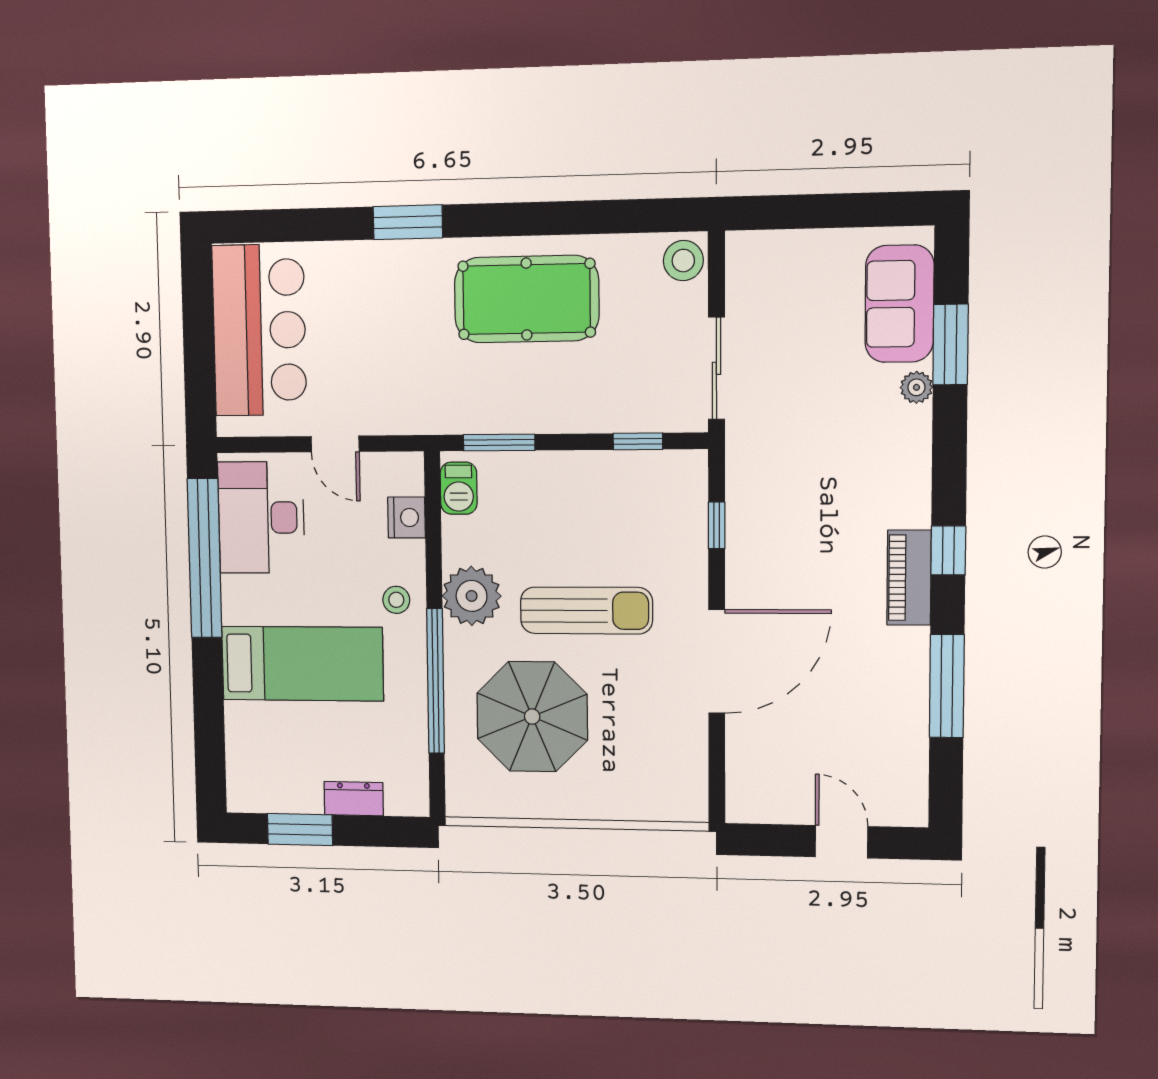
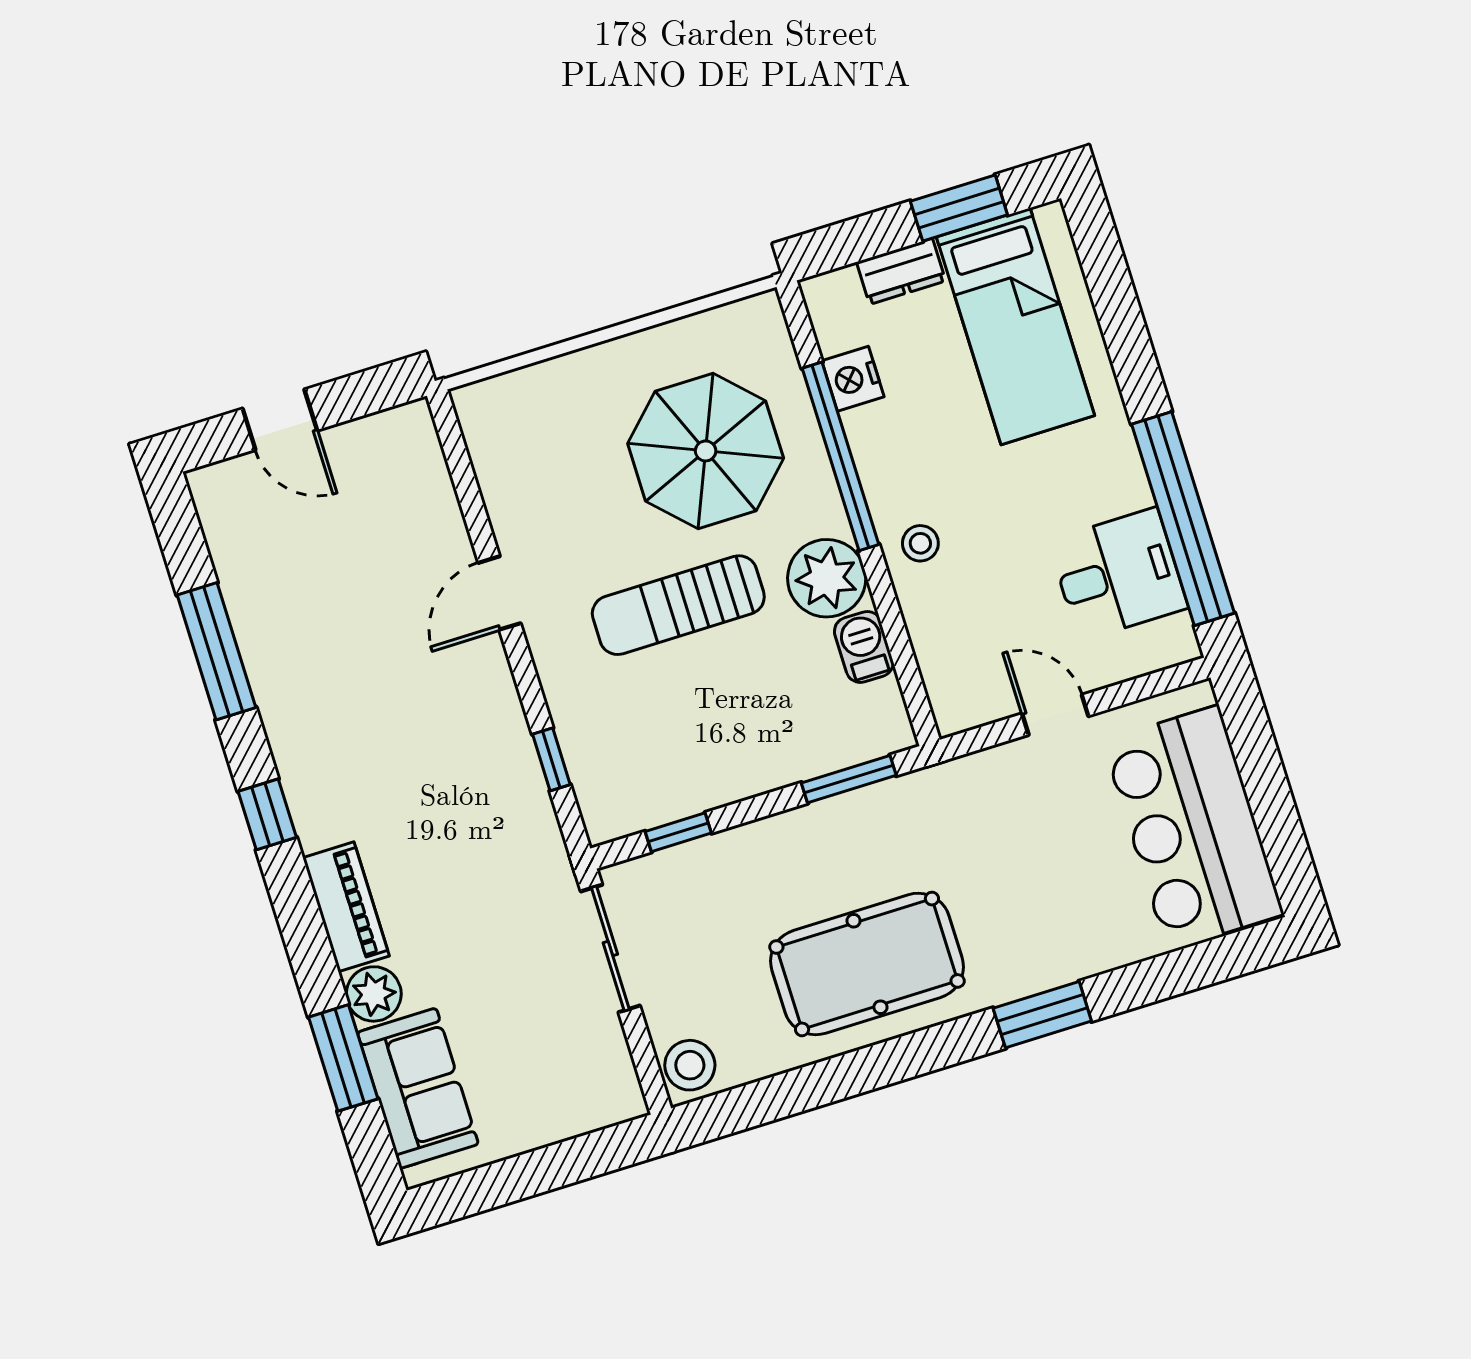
plant: (916, 387) -> (374, 994), width x1.38, depth x1.38
barbecue: (459, 488) -> (864, 647), moved
desk: (261, 517) -> (1118, 574), width x0.73
nightstand: (407, 518) -> (853, 379), moved
piano: (909, 578) -> (346, 907), moved
door: (717, 661) -> (500, 593), width x0.53
bed: (302, 664) -> (1016, 326), moved, turned -90

